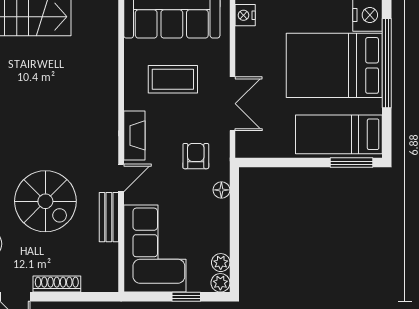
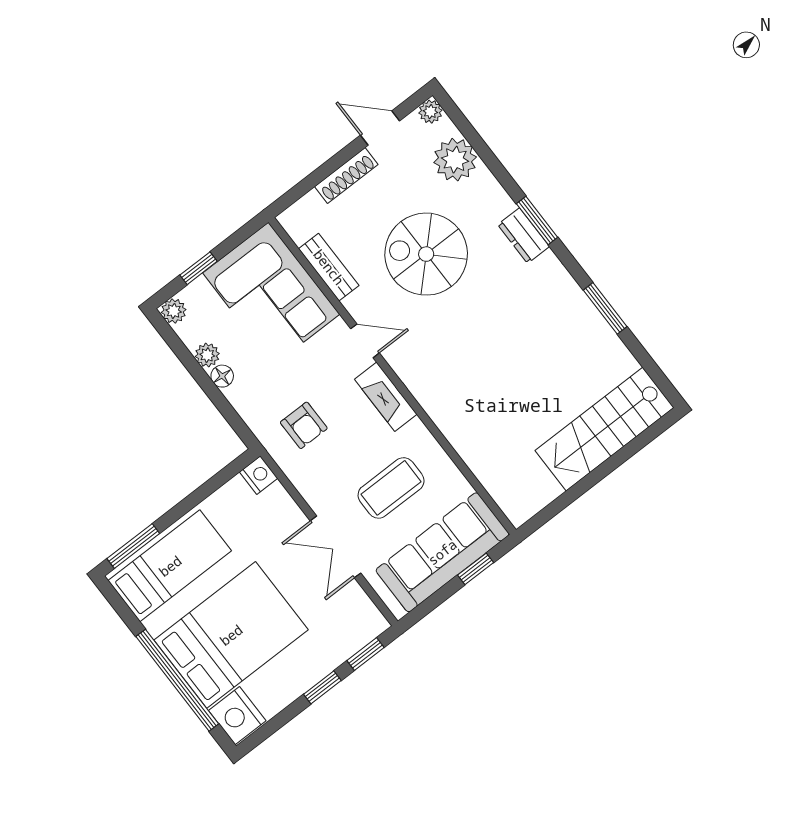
nightstand: (245, 15) -> (259, 475), moved
double door: (233, 104) -> (335, 547), moved
door: (121, 178) -> (365, 341), swing flipped
floor lamp: (221, 190) -> (222, 376), moved
bench: (109, 217) -> (329, 267), moved
plant: (221, 263) -> (207, 355), moved

